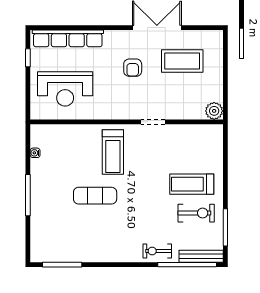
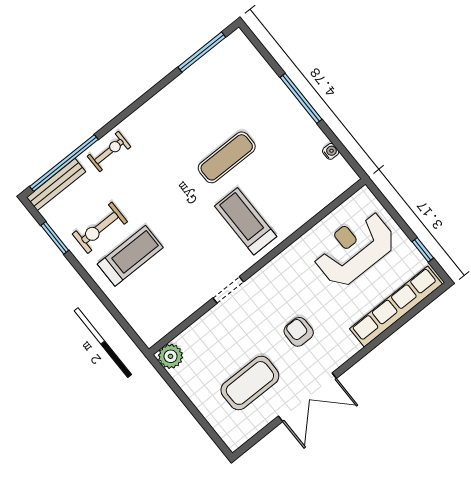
window: (225, 227) -> (55, 238), width x0.69

